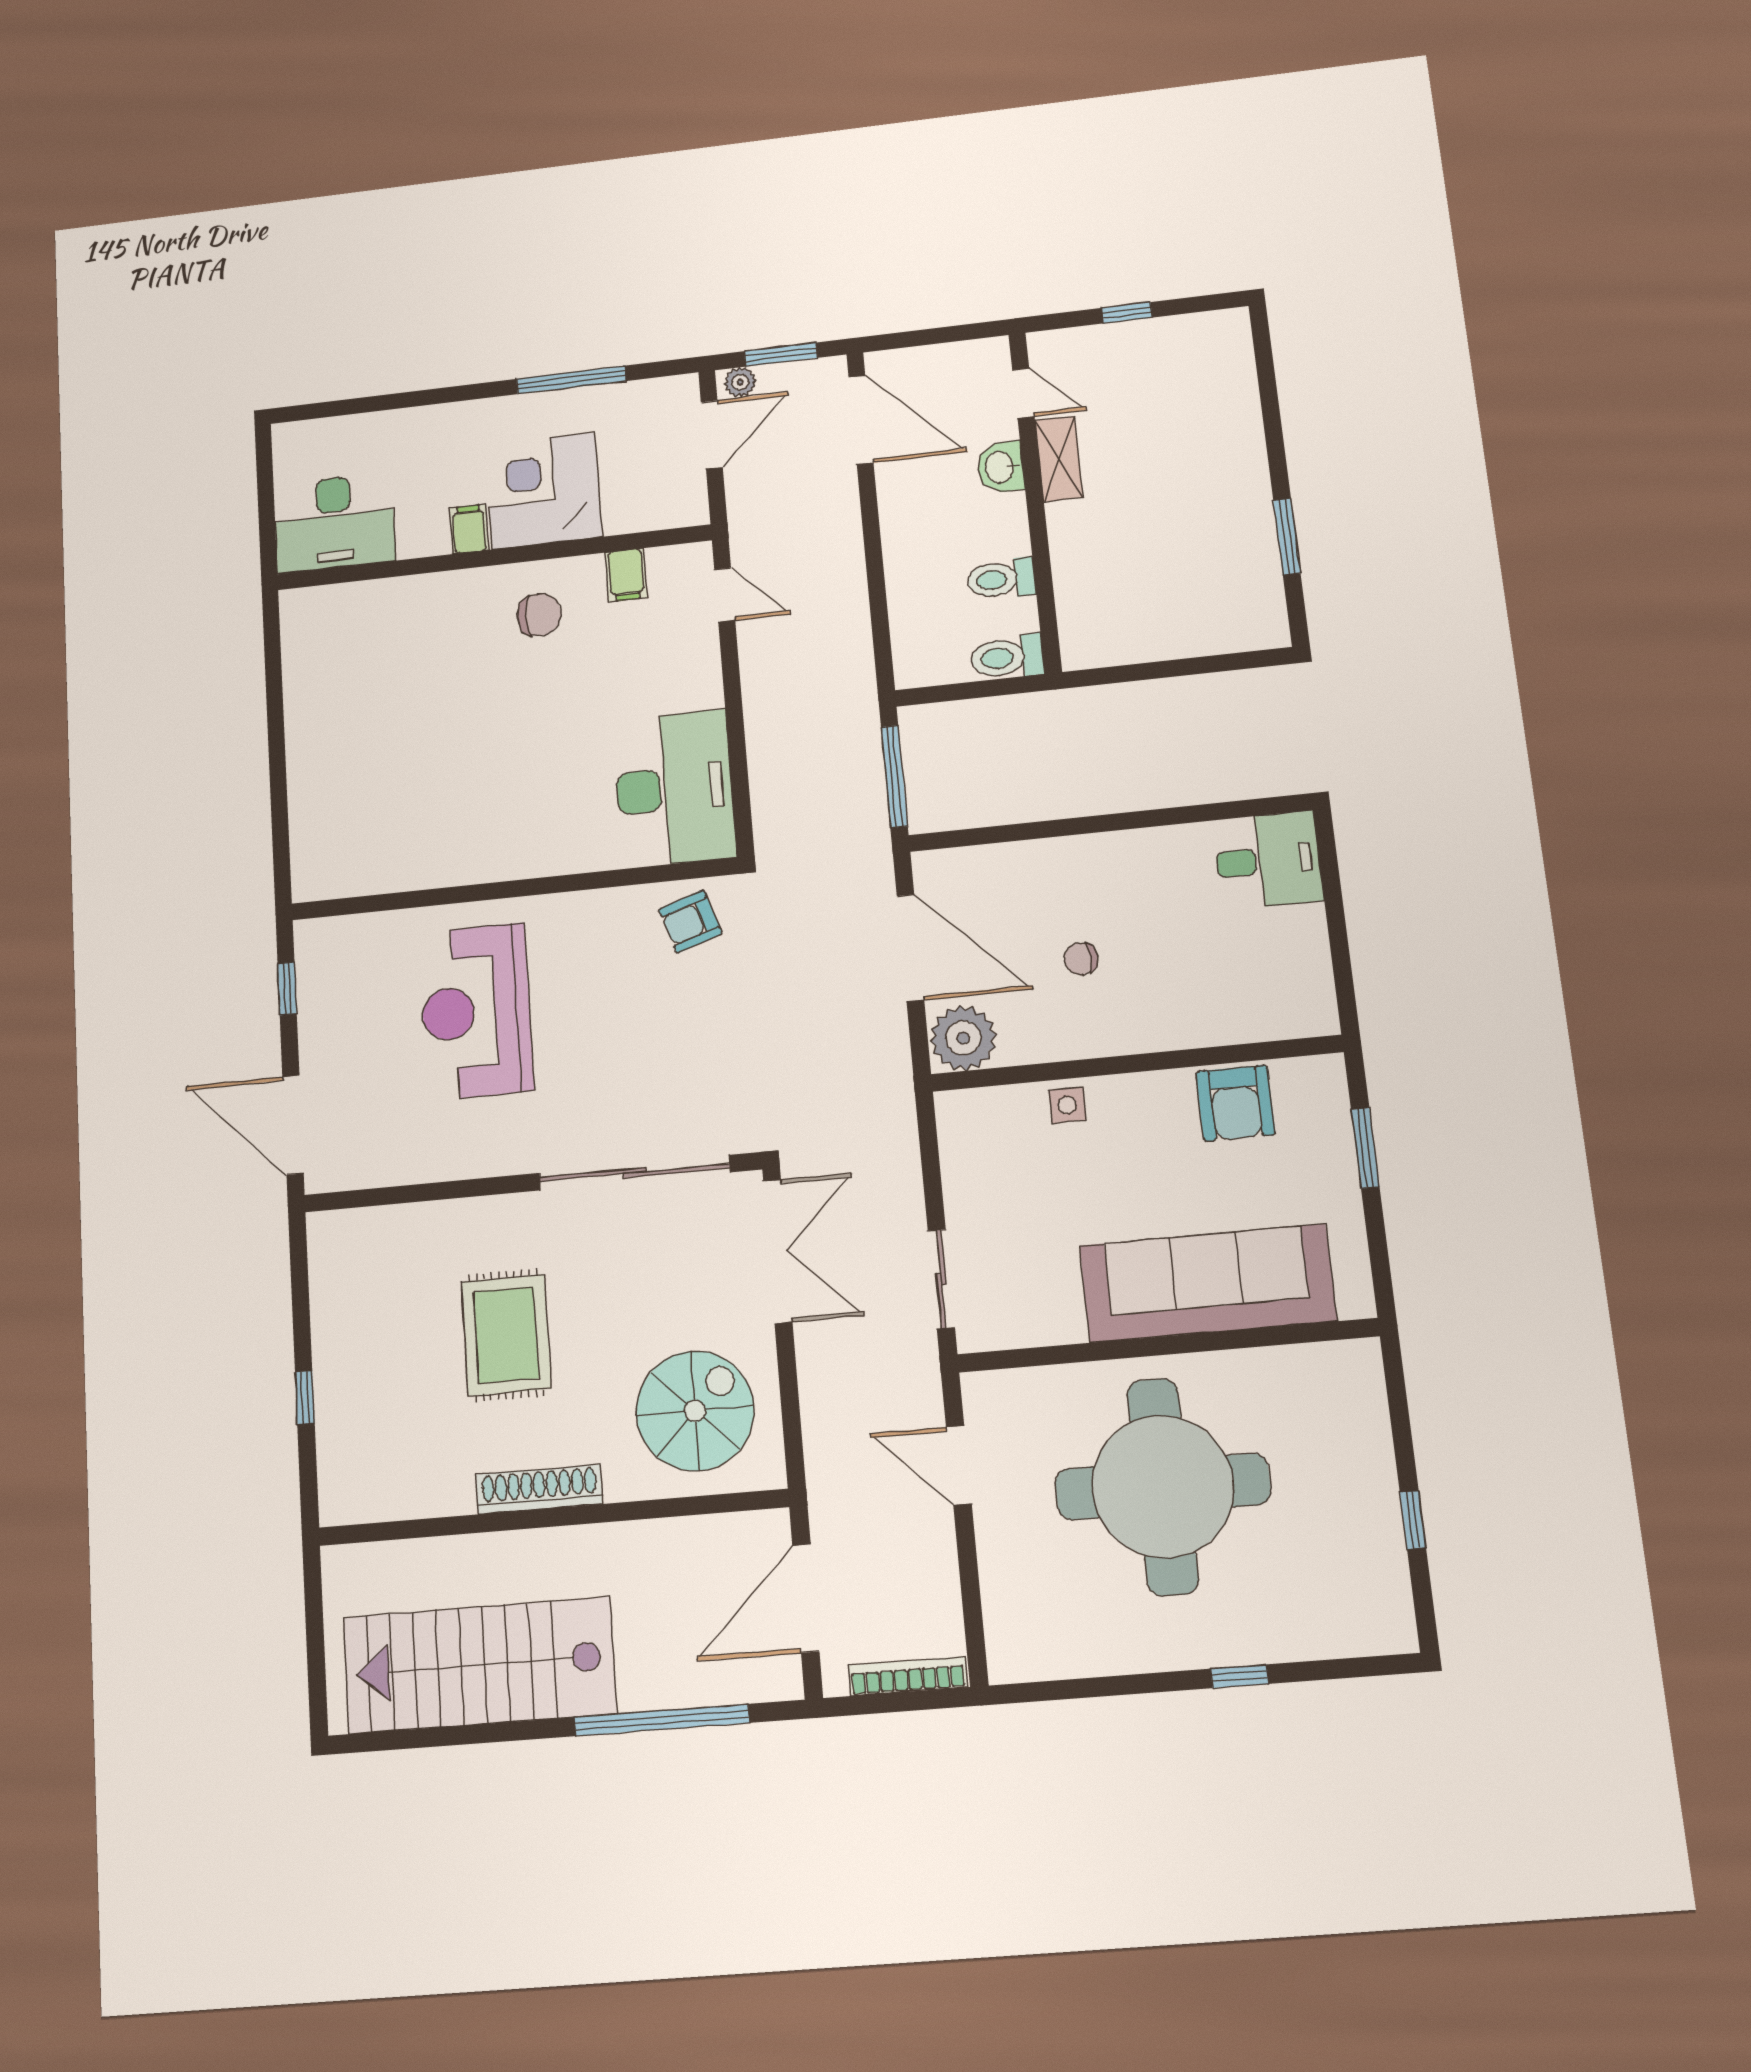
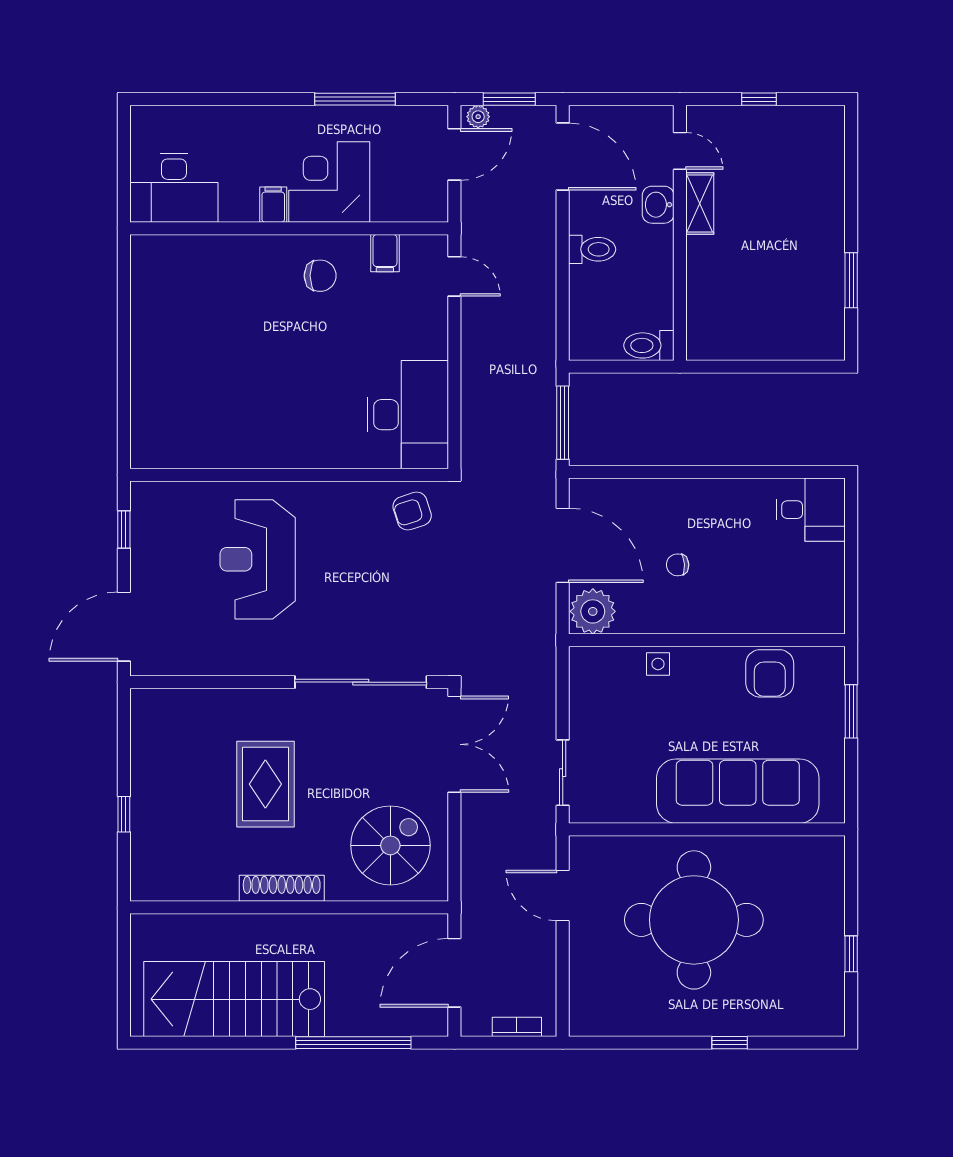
toilet: (1001, 579) -> (592, 249), moved, turned 180
door: (293, 1125) -> (124, 627), hinge flipped
bookcase: (908, 1676) -> (517, 1027), width x0.64

